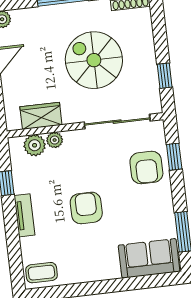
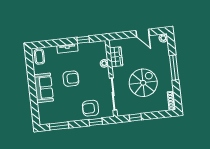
plant: (35, 145) -> (102, 54), removed
sofa: (149, 258) -> (44, 88), moved

